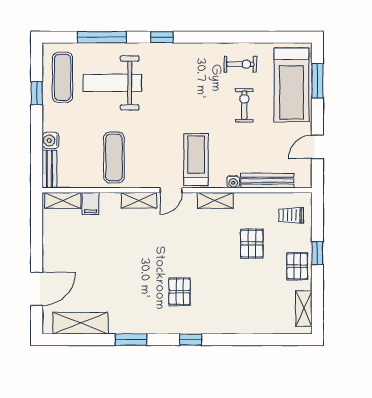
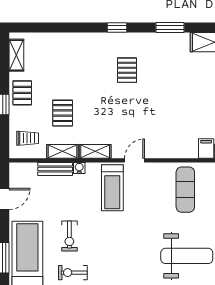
bench: (267, 181) -> (55, 169), width x0.73
shelving: (139, 200) -> (62, 151), moved

